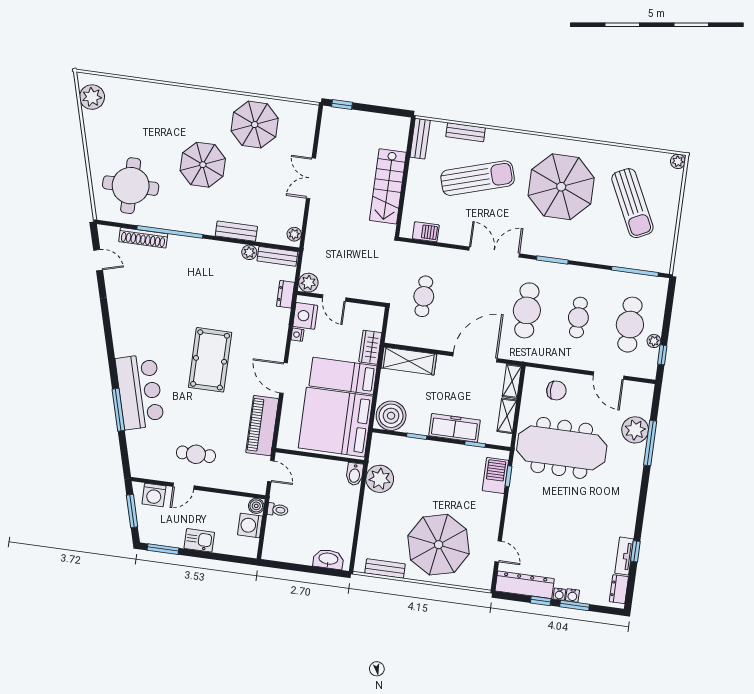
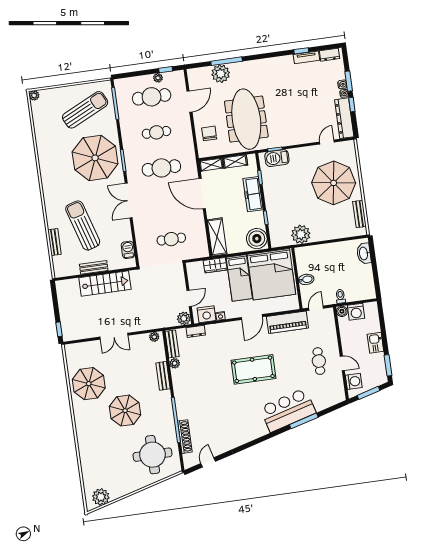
bench: (420, 139) -> (94, 267), moved
parasol: (561, 187) -> (95, 158), moved
sun lounger: (632, 203) -> (85, 110), moved
bidet: (355, 474) -> (306, 279), moved

